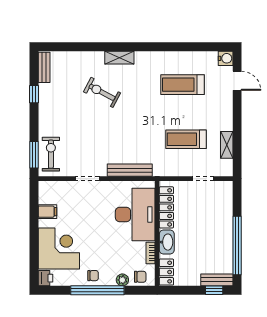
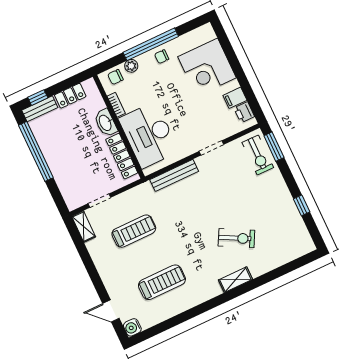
bench: (44, 67) -> (304, 236), removed
shelving: (227, 145) -> (84, 227), moved
locker: (166, 272) -> (70, 96), moved, turned -90
printer: (45, 278) -> (244, 112), moved

